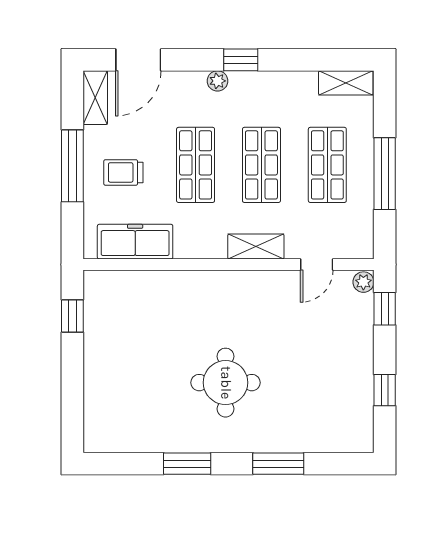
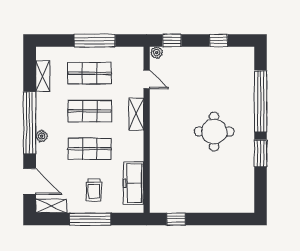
window: (241, 60) -> (30, 123), width x3.17
shelving: (346, 83) -> (43, 76), moved
window: (278, 464) -> (260, 101), width x2.11

